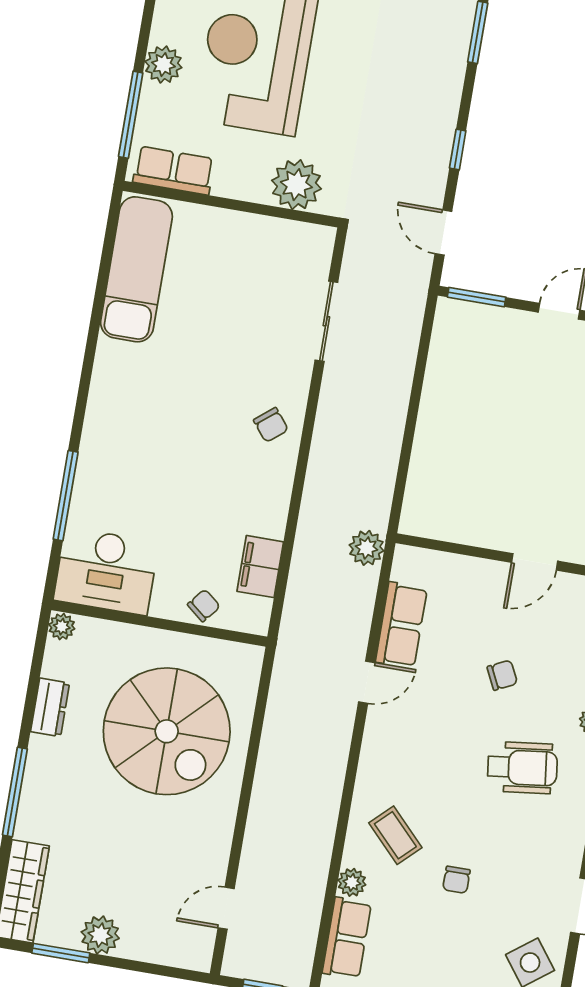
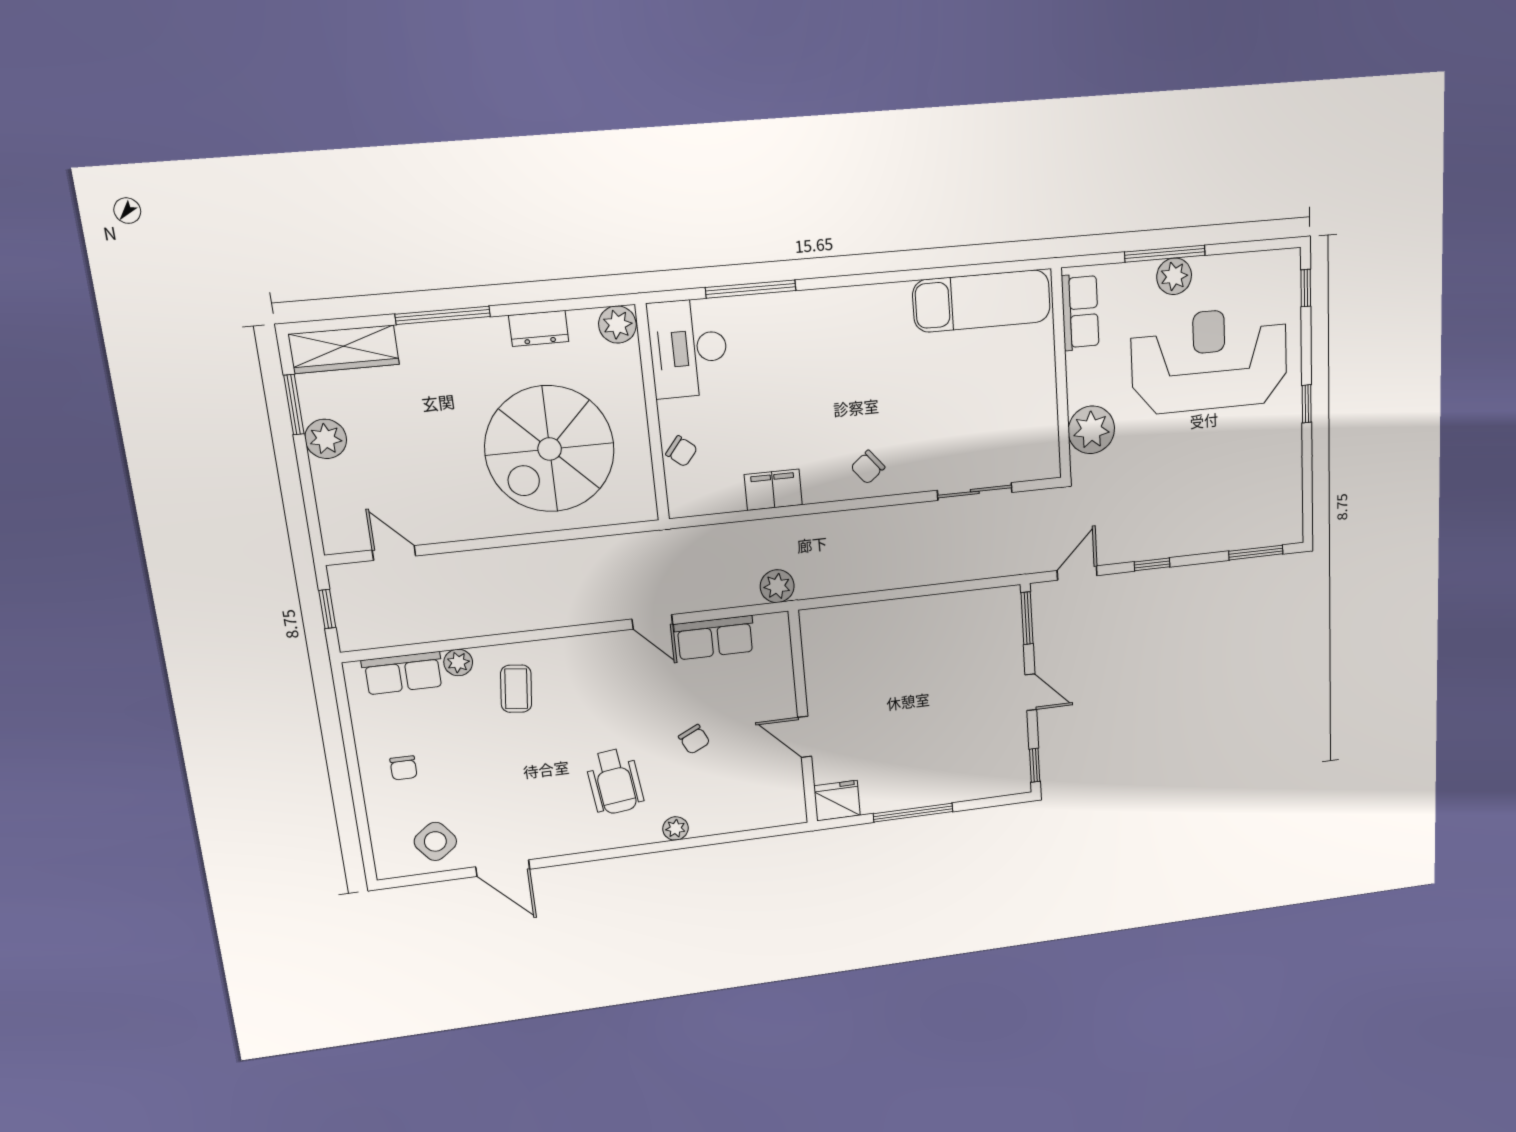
window: (131, 115) -> (1165, 254), moved
filing cabinet: (260, 567) -> (773, 490), moved
plant: (62, 627) -> (617, 325), width x1.38, depth x1.38
coffee table: (395, 835) -> (516, 689), turned -40
chair: (456, 880) -> (403, 768), moved, turned -90

